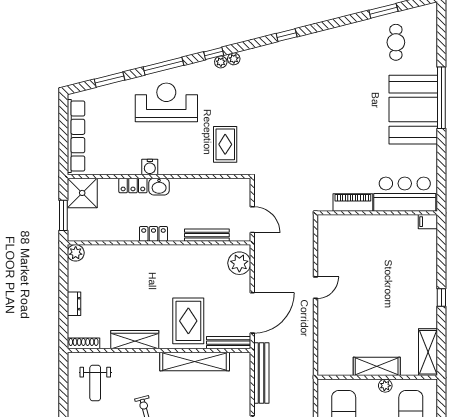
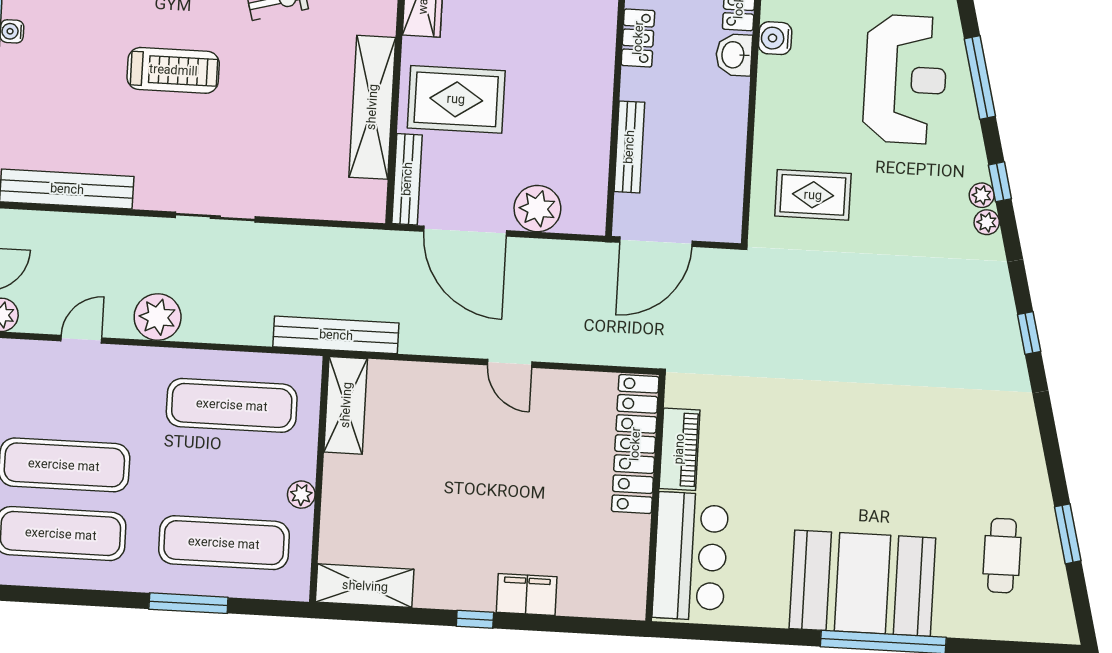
cafe table: (396, 42) -> (1002, 556), turned 90
door: (252, 220) -> (656, 242), width x1.36
filing cabinet: (428, 222) -> (527, 594), moved, width x2.00
locker: (352, 224) -> (635, 444), added
plant: (239, 263) -> (537, 209), moved
shelving: (377, 366) -> (346, 405), moved
bench: (261, 373) -> (336, 335), moved

